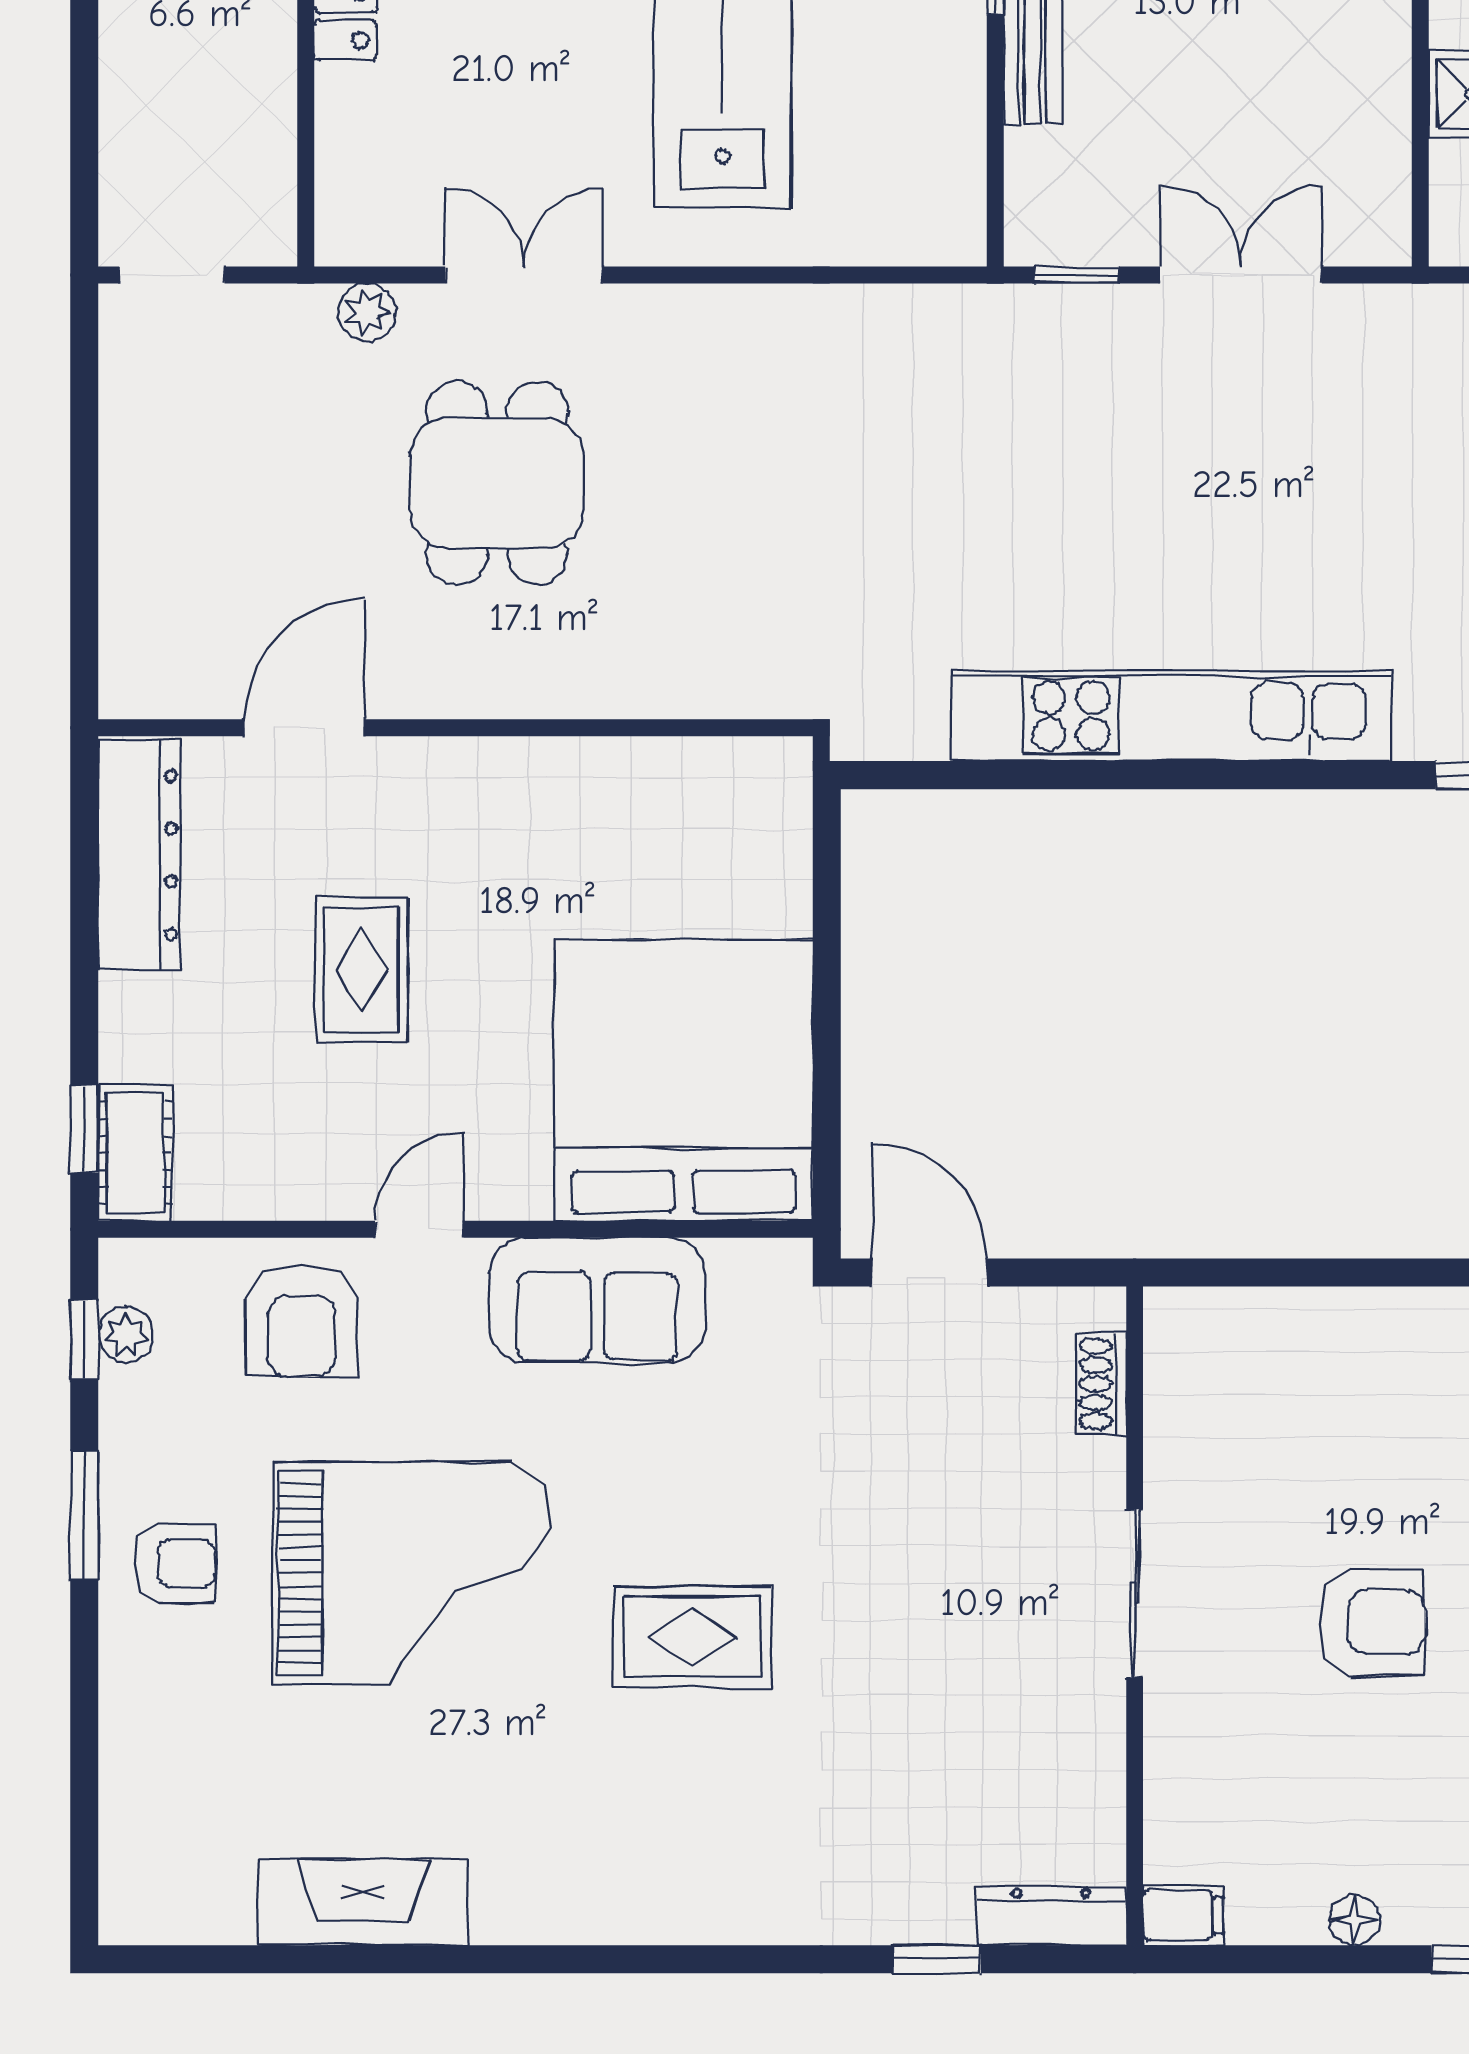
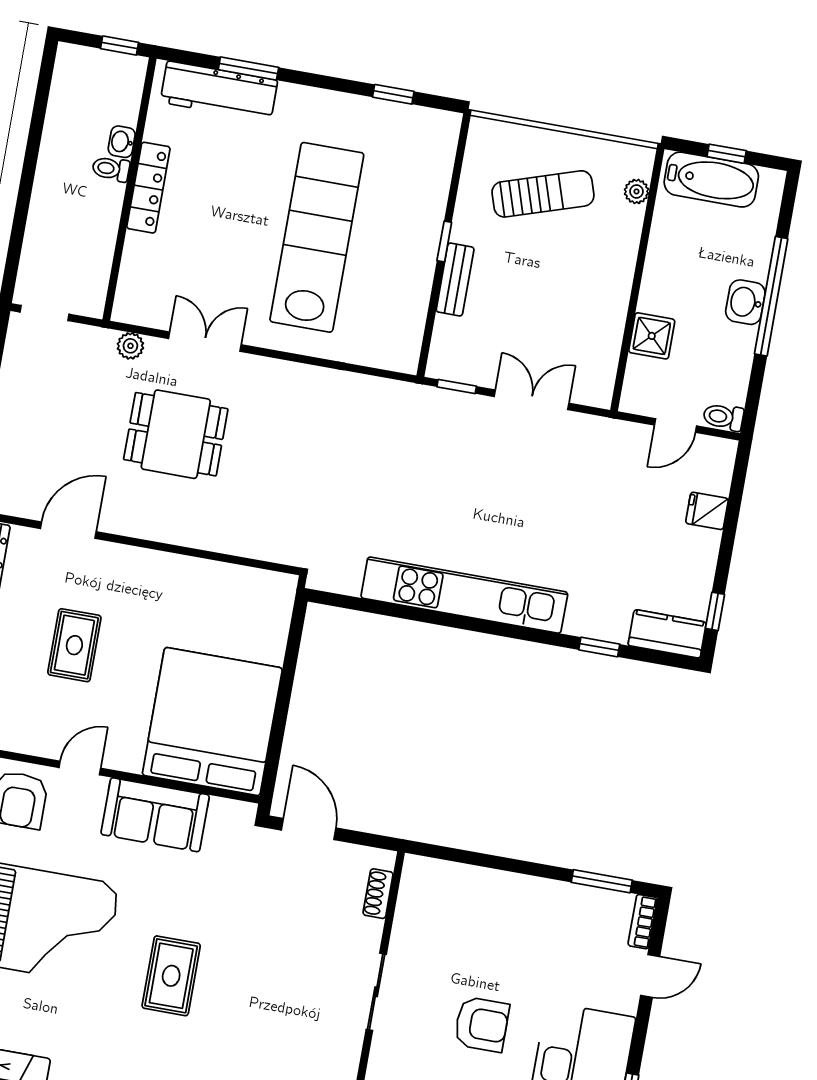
dining table: (497, 483) -> (176, 434), turned 90
rug: (693, 1637) -> (171, 976), turned 90

